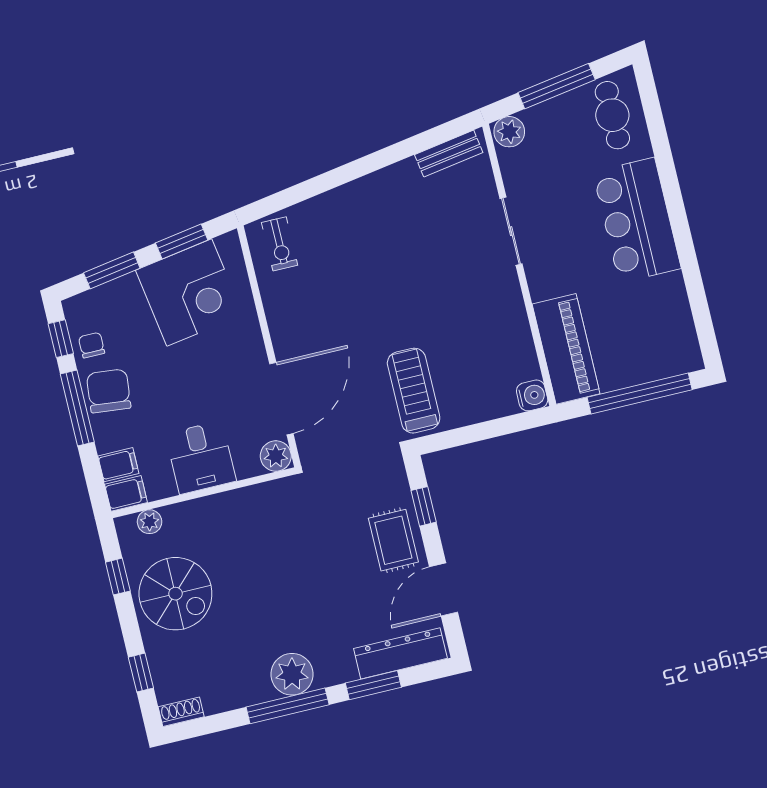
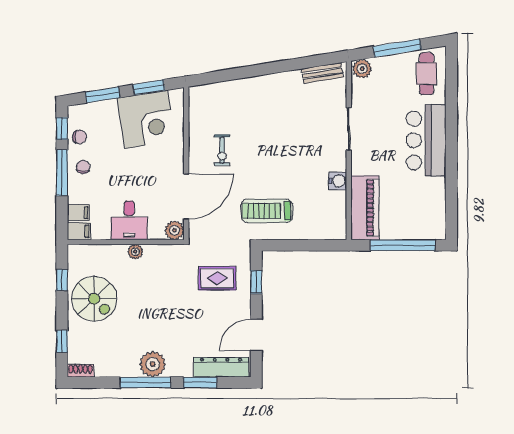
exercise bike: (280, 244) -> (222, 150), moved
chair: (92, 345) -> (80, 137), turned 96
chair: (109, 391) -> (83, 167), width x0.54, depth x0.54
treadmill: (414, 391) -> (267, 211), turned -90
water cooler: (532, 395) -> (338, 181), moved
plant: (150, 522) -> (135, 252), moved
rug: (393, 540) -> (217, 278), moved, turned 90

